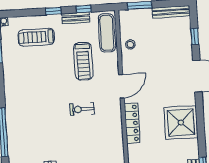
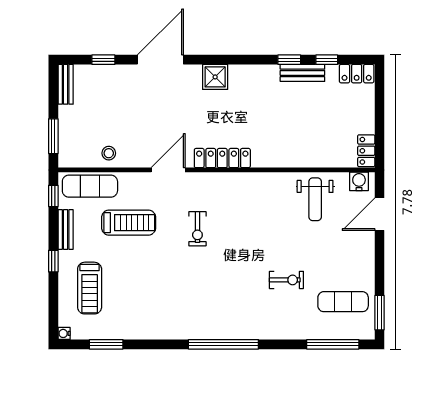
window: (84, 9) -> (53, 196), moved
bench: (171, 12) -> (66, 84), width x0.73
door: (121, 86) -> (168, 170), hinge flipped
shower: (181, 123) -> (215, 77), width x0.54, depth x0.54

